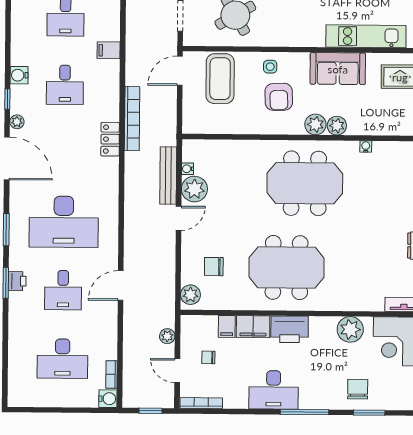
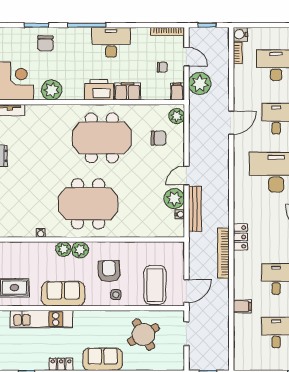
filing cabinet: (227, 326) -> (177, 92), moved
plant: (167, 336) -> (200, 84), width x1.87, depth x1.87

